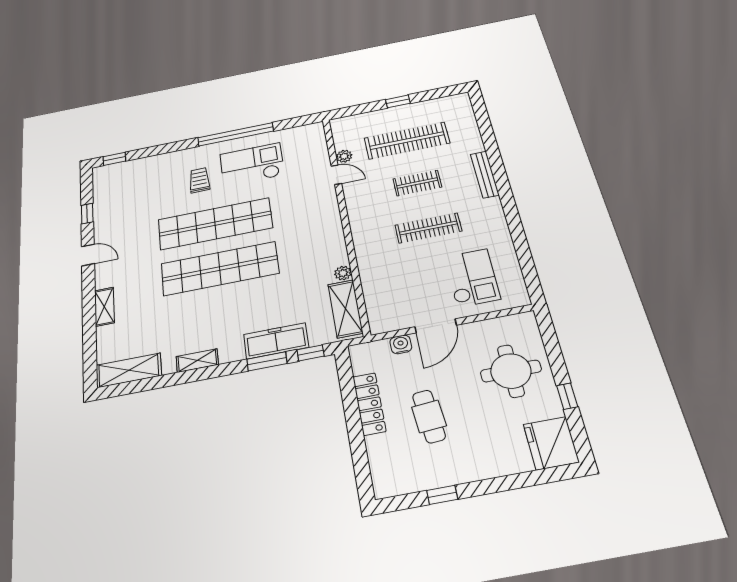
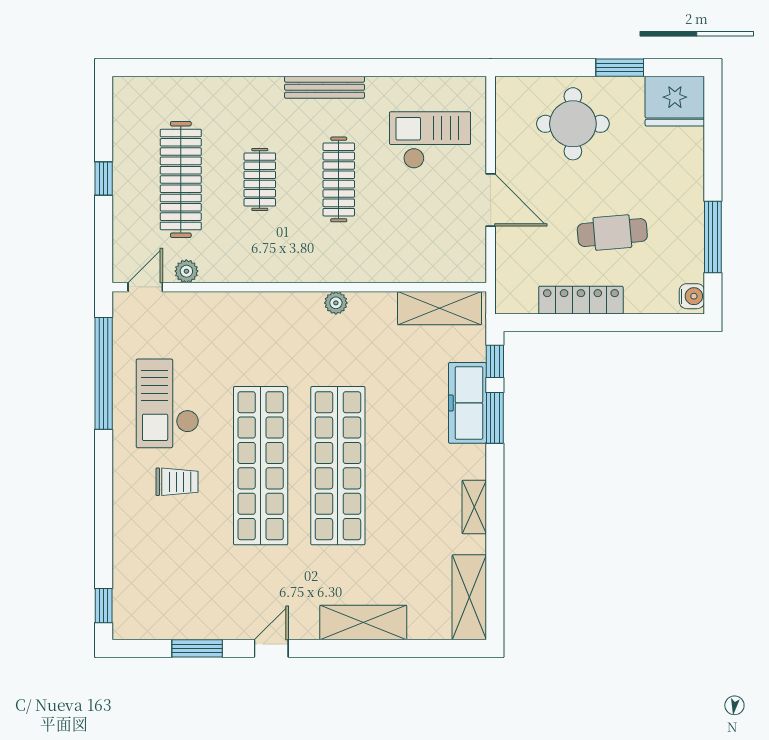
window: (236, 134) -> (104, 373), moved
door: (336, 175) -> (145, 287), moved
bench: (485, 175) -> (325, 87), moved
trolley: (199, 180) -> (177, 482), turned 180
window: (87, 214) -> (197, 648), width x1.50
plant: (343, 273) -> (336, 303), moved
shelving: (104, 307) -> (363, 623), width x1.50, depth x1.33
water cooler: (401, 344) -> (692, 296), moved, turned 180
window: (567, 396) -> (620, 68), width x1.50
window: (442, 495) -> (713, 237), width x2.17

